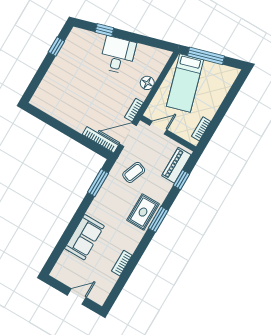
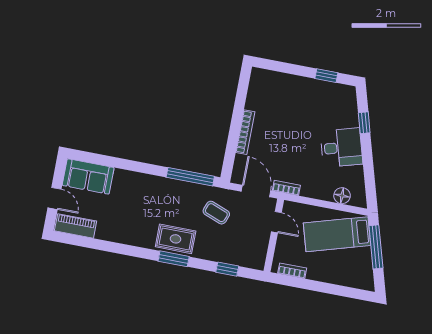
floor lamp: (147, 83) -> (342, 196), moved
bookcase: (100, 140) -> (245, 132), moved
piano: (176, 165) -> (76, 226), moved
window: (98, 183) -> (190, 177), width x1.44
sofa: (84, 237) -> (88, 176), moved
bookcase: (122, 263) -> (110, 236), removed

